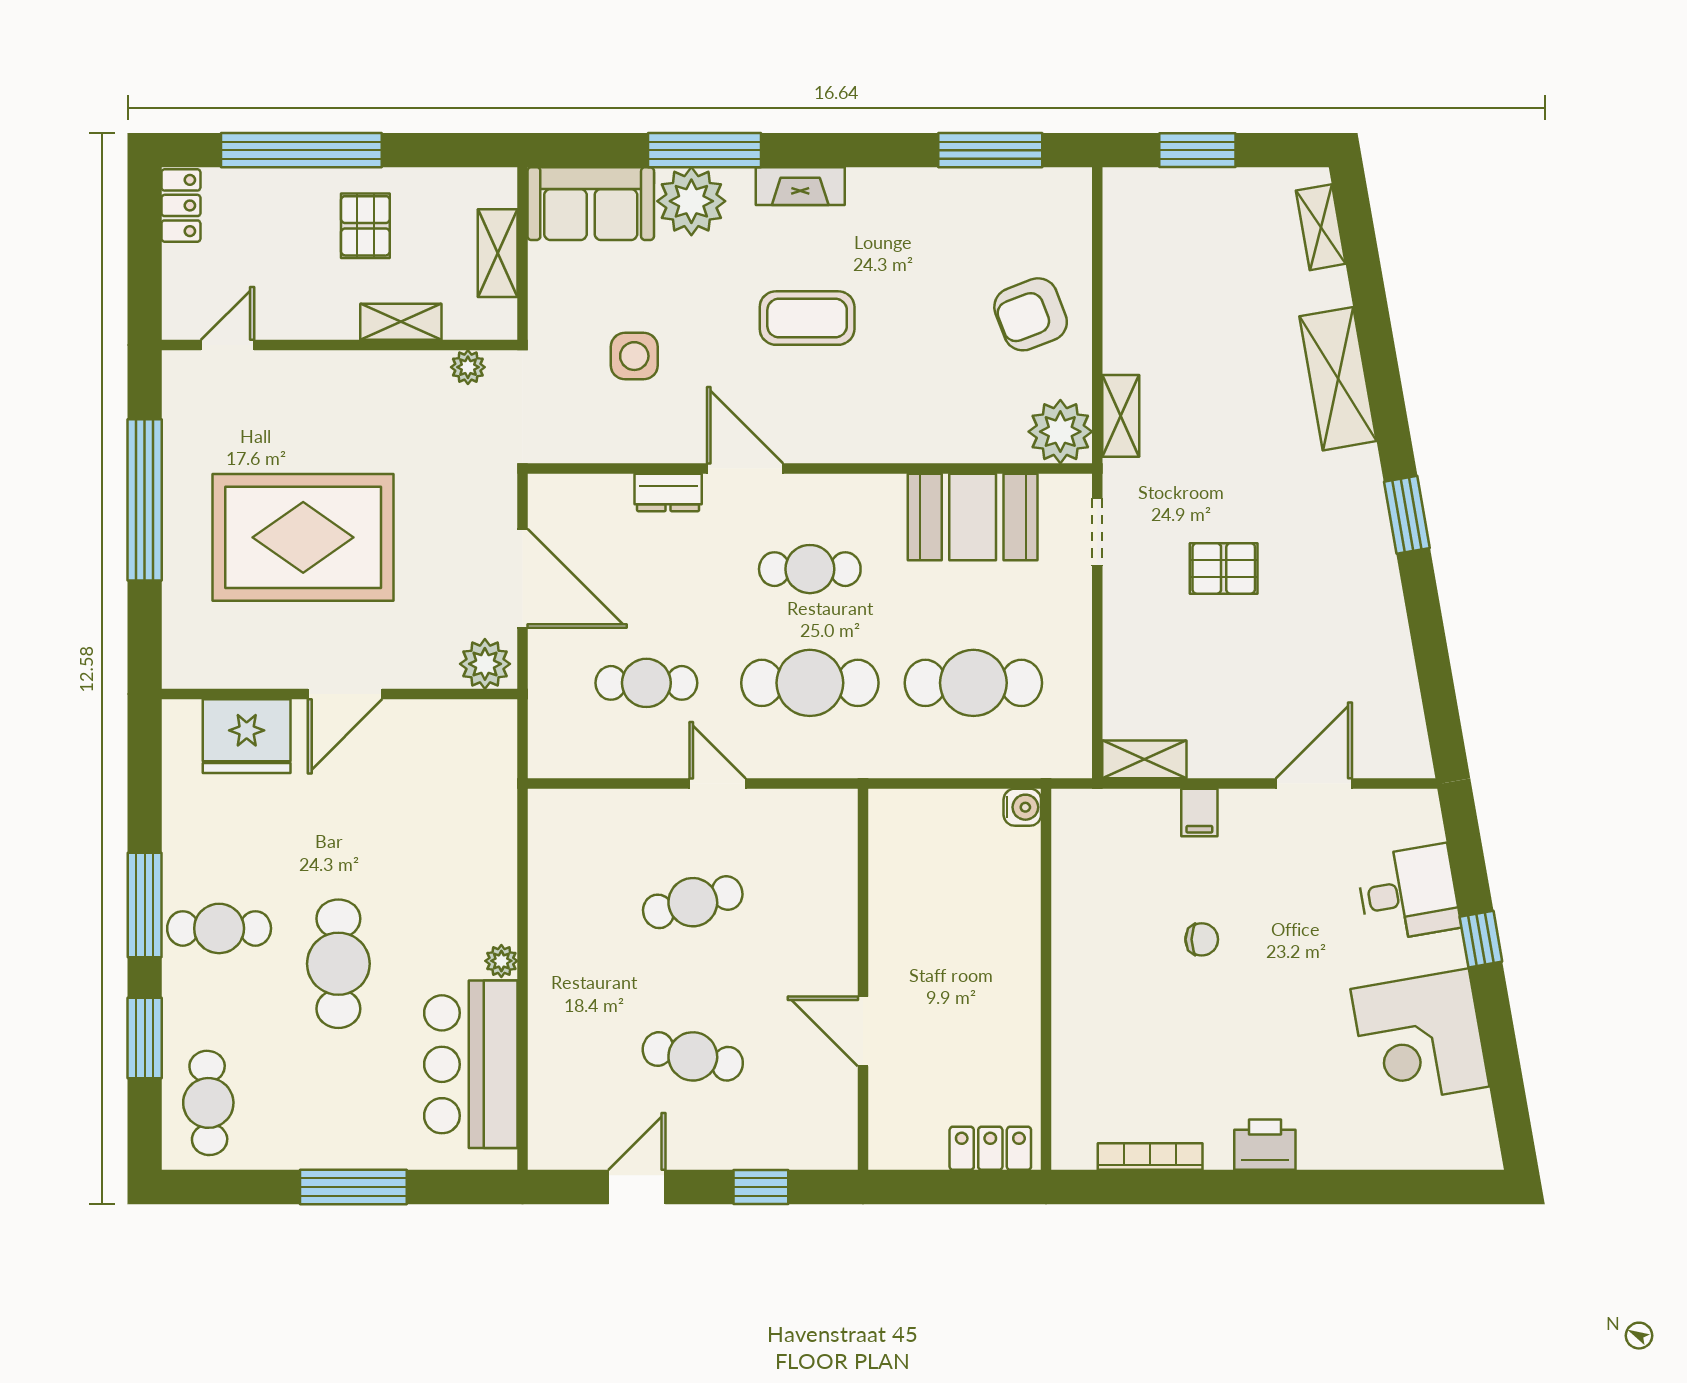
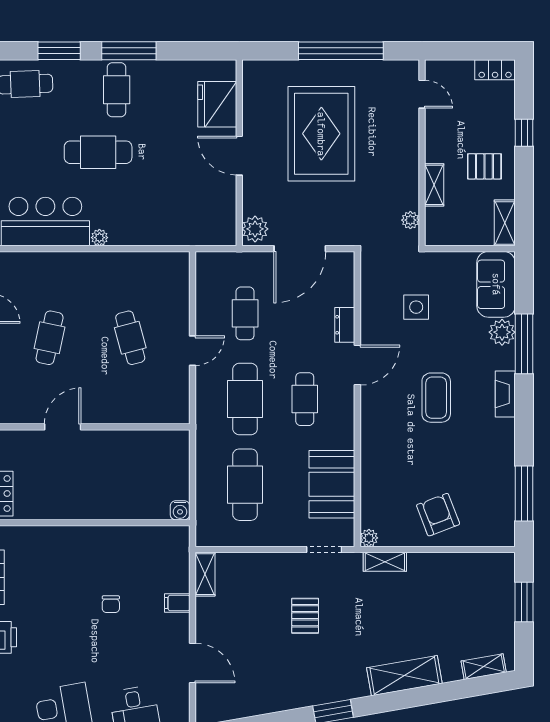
window: (301, 150) -> (524, 133), width x0.32
plant: (691, 201) -> (502, 332), width x0.73, depth x0.73
shelving: (498, 253) -> (505, 223), moved, turned 90
plant: (1060, 432) -> (369, 538), width x0.53, depth x0.53

